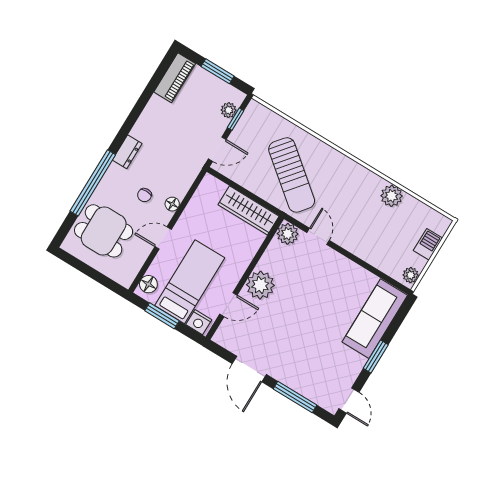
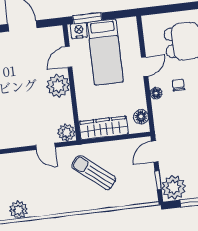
plant: (229, 110) -> (173, 187), width x1.87, depth x1.87
sun lounger: (292, 175) -> (94, 173), width x0.73, depth x0.75
floor lamp: (148, 284) -> (141, 117), moved
window: (162, 316) -> (87, 18), moved

